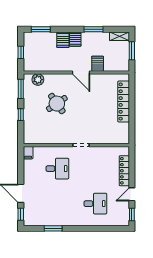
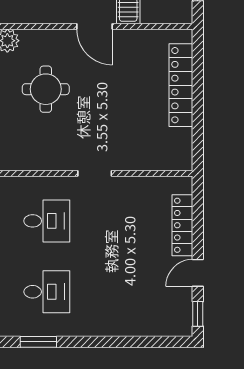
round table: (57, 104) -> (46, 89), turned 35
desk: (95, 204) -> (47, 292), moved

